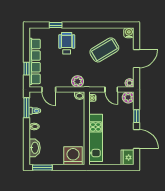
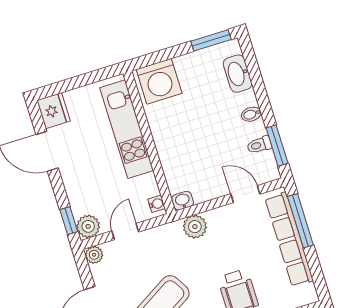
window: (27, 69) -> (300, 221), width x2.17
door: (111, 89) -> (125, 231), hinge flipped
window: (137, 116) -> (69, 221), moved

